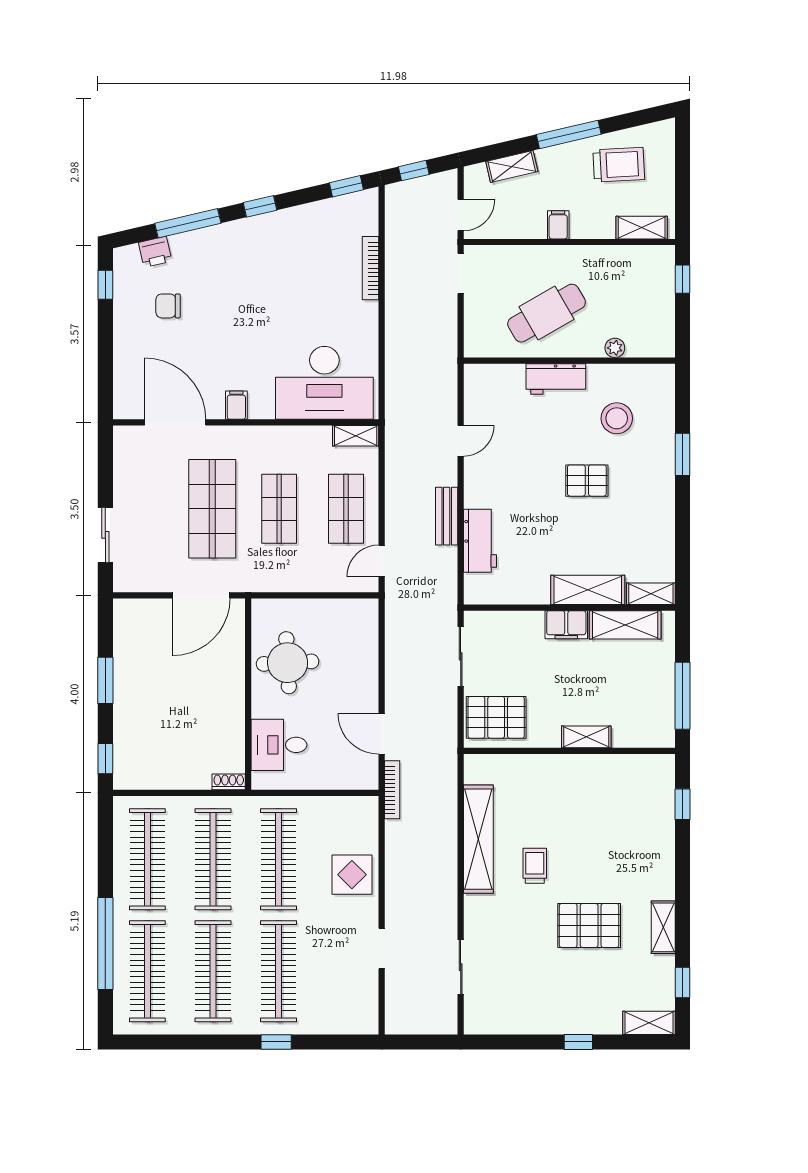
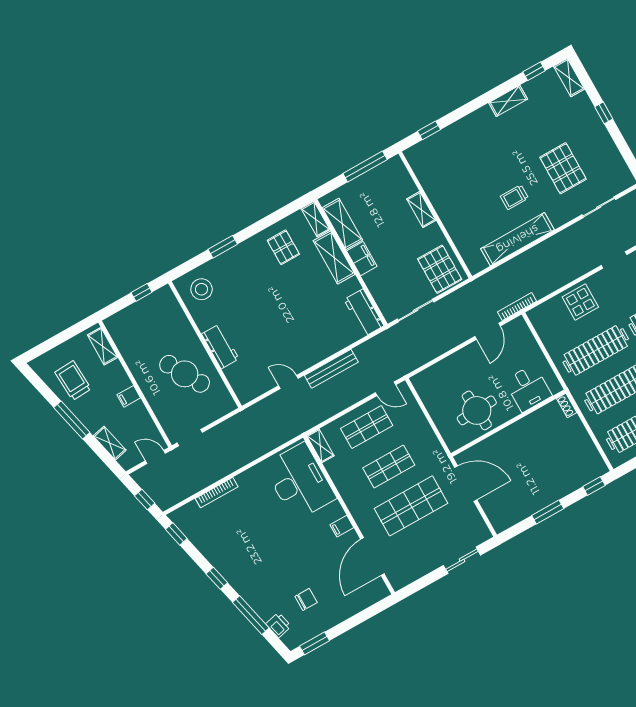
window: (683, 279) -> (142, 292), moved
window: (105, 285) -> (314, 643), width x1.50
chair: (168, 306) -> (306, 599), turned -90
plant: (615, 348) -> (182, 322), removed
stool: (617, 418) -> (202, 289), moved
pallet: (587, 481) -> (283, 247), moved
bench: (447, 516) -> (331, 369), width x1.36
workbench: (480, 541) -> (364, 313), moved, turned -90
pallet: (589, 925) -> (563, 168), moved

